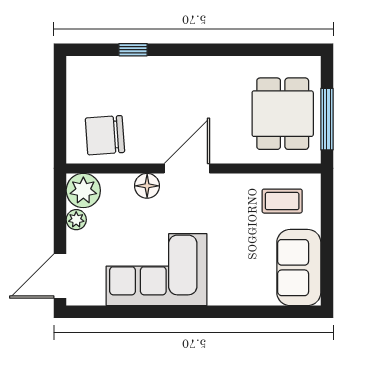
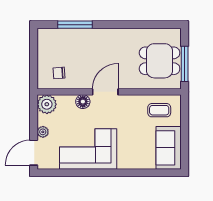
window: (133, 50) -> (75, 25), width x2.17
dining table: (283, 114) -> (160, 61), turned 90
chair: (105, 135) -> (59, 73), width x0.54, depth x0.54
plant: (76, 220) -> (43, 132), moved

